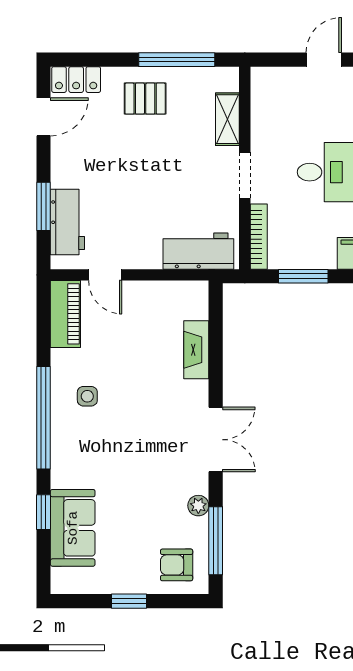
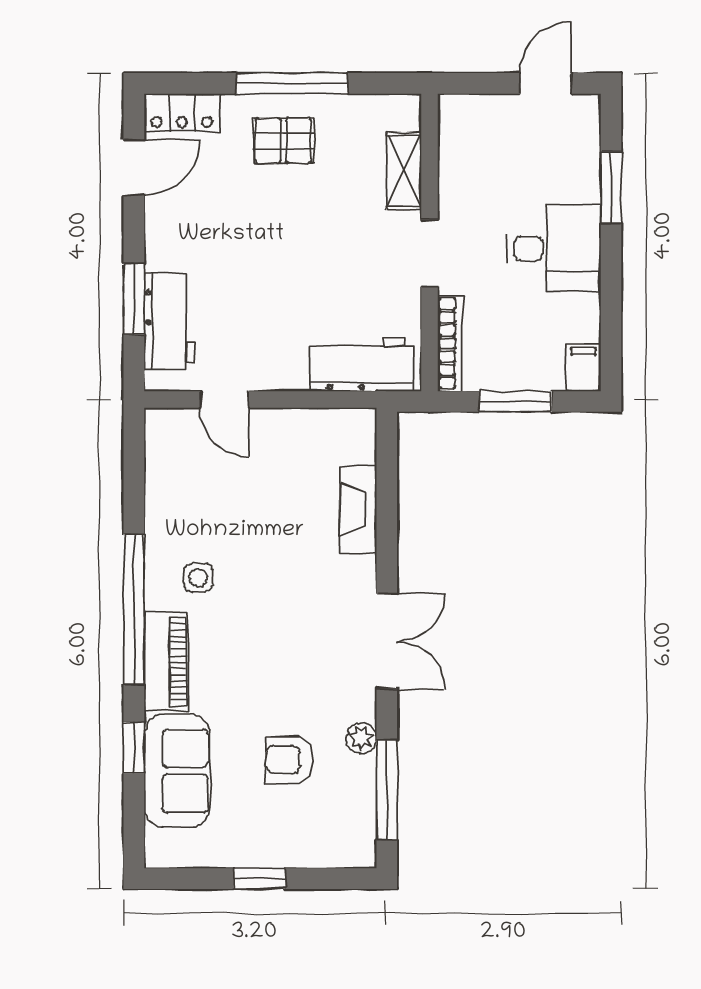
window: (177, 60) -> (292, 83), moved
piano: (65, 314) -> (166, 662), moved
armchair: (177, 565) -> (289, 759), moved

